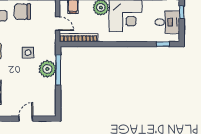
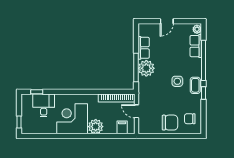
desk: (167, 22) -> (44, 105), moved, turned 90
side table: (28, 53) -> (177, 81), moved
row of seats: (50, 91) -> (144, 48), added

